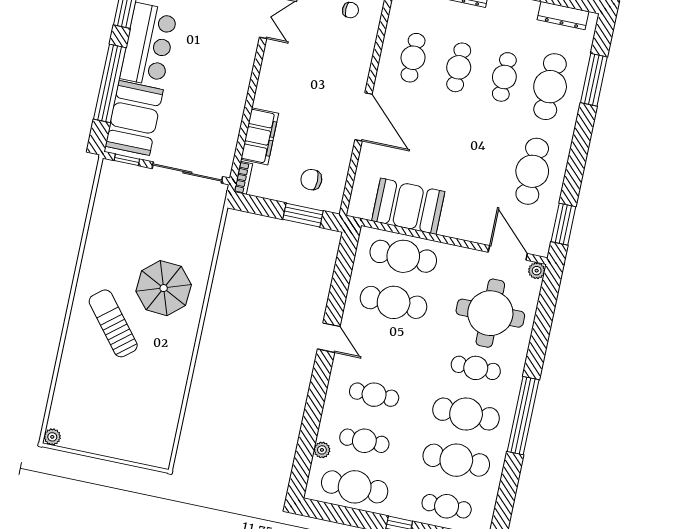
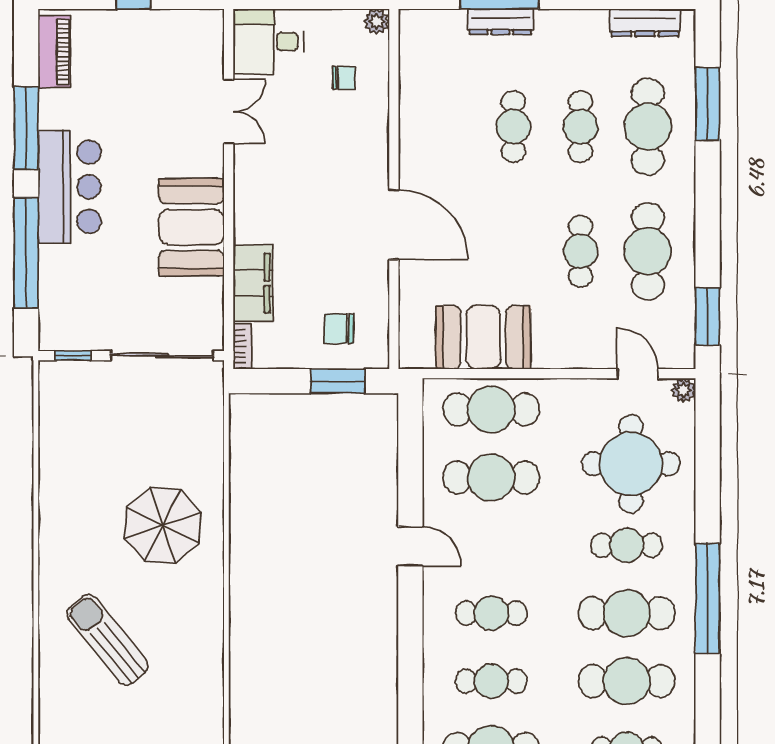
cafe table: (413, 58) -> (581, 251), moved
booth: (134, 118) -> (192, 227), moved
door: (508, 253) -> (638, 374), width x0.73
sun lounger: (113, 323) -> (107, 640), moved
plant: (322, 450) -> (434, 707), removed

